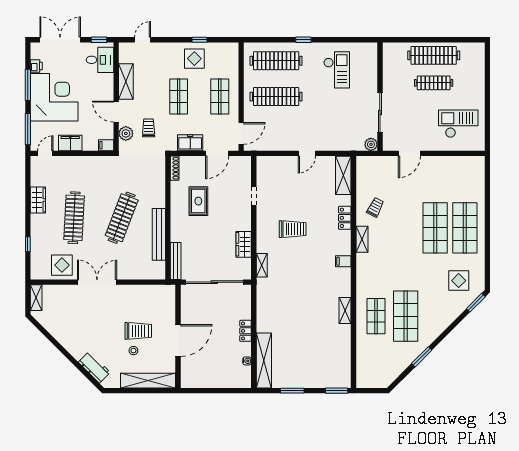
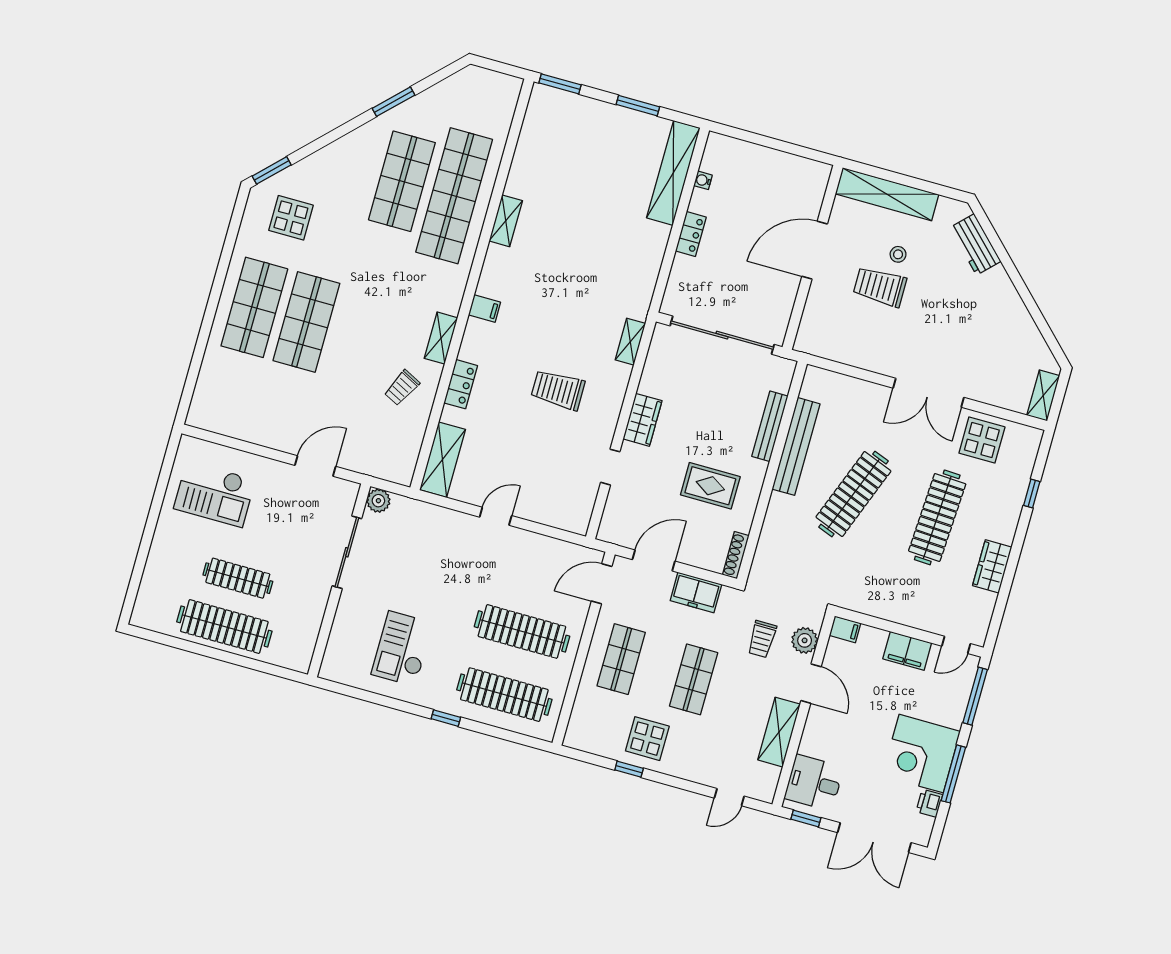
corner desk: (54, 97) -> (921, 754), width x0.74, depth x0.74
rug: (198, 201) -> (710, 486), turned 90
wardrobe: (244, 244) -> (643, 420), moved
bench: (176, 261) -> (770, 426), moved
shop shelf: (376, 316) -> (454, 196), width x2.00, depth x1.36

